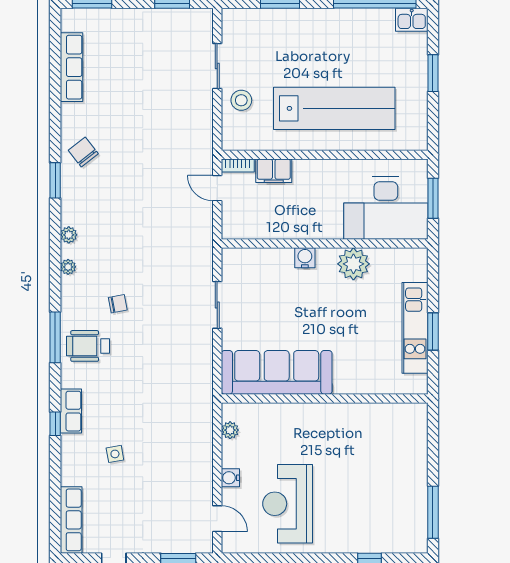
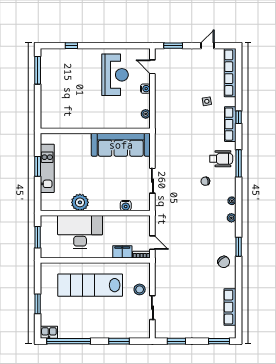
desk: (386, 208) -> (80, 232), moved
water cooler: (305, 258) -> (126, 206), moved
row of seats: (71, 411) -> (230, 124), width x1.48
row of seats: (71, 520) -> (230, 73), width x1.36

